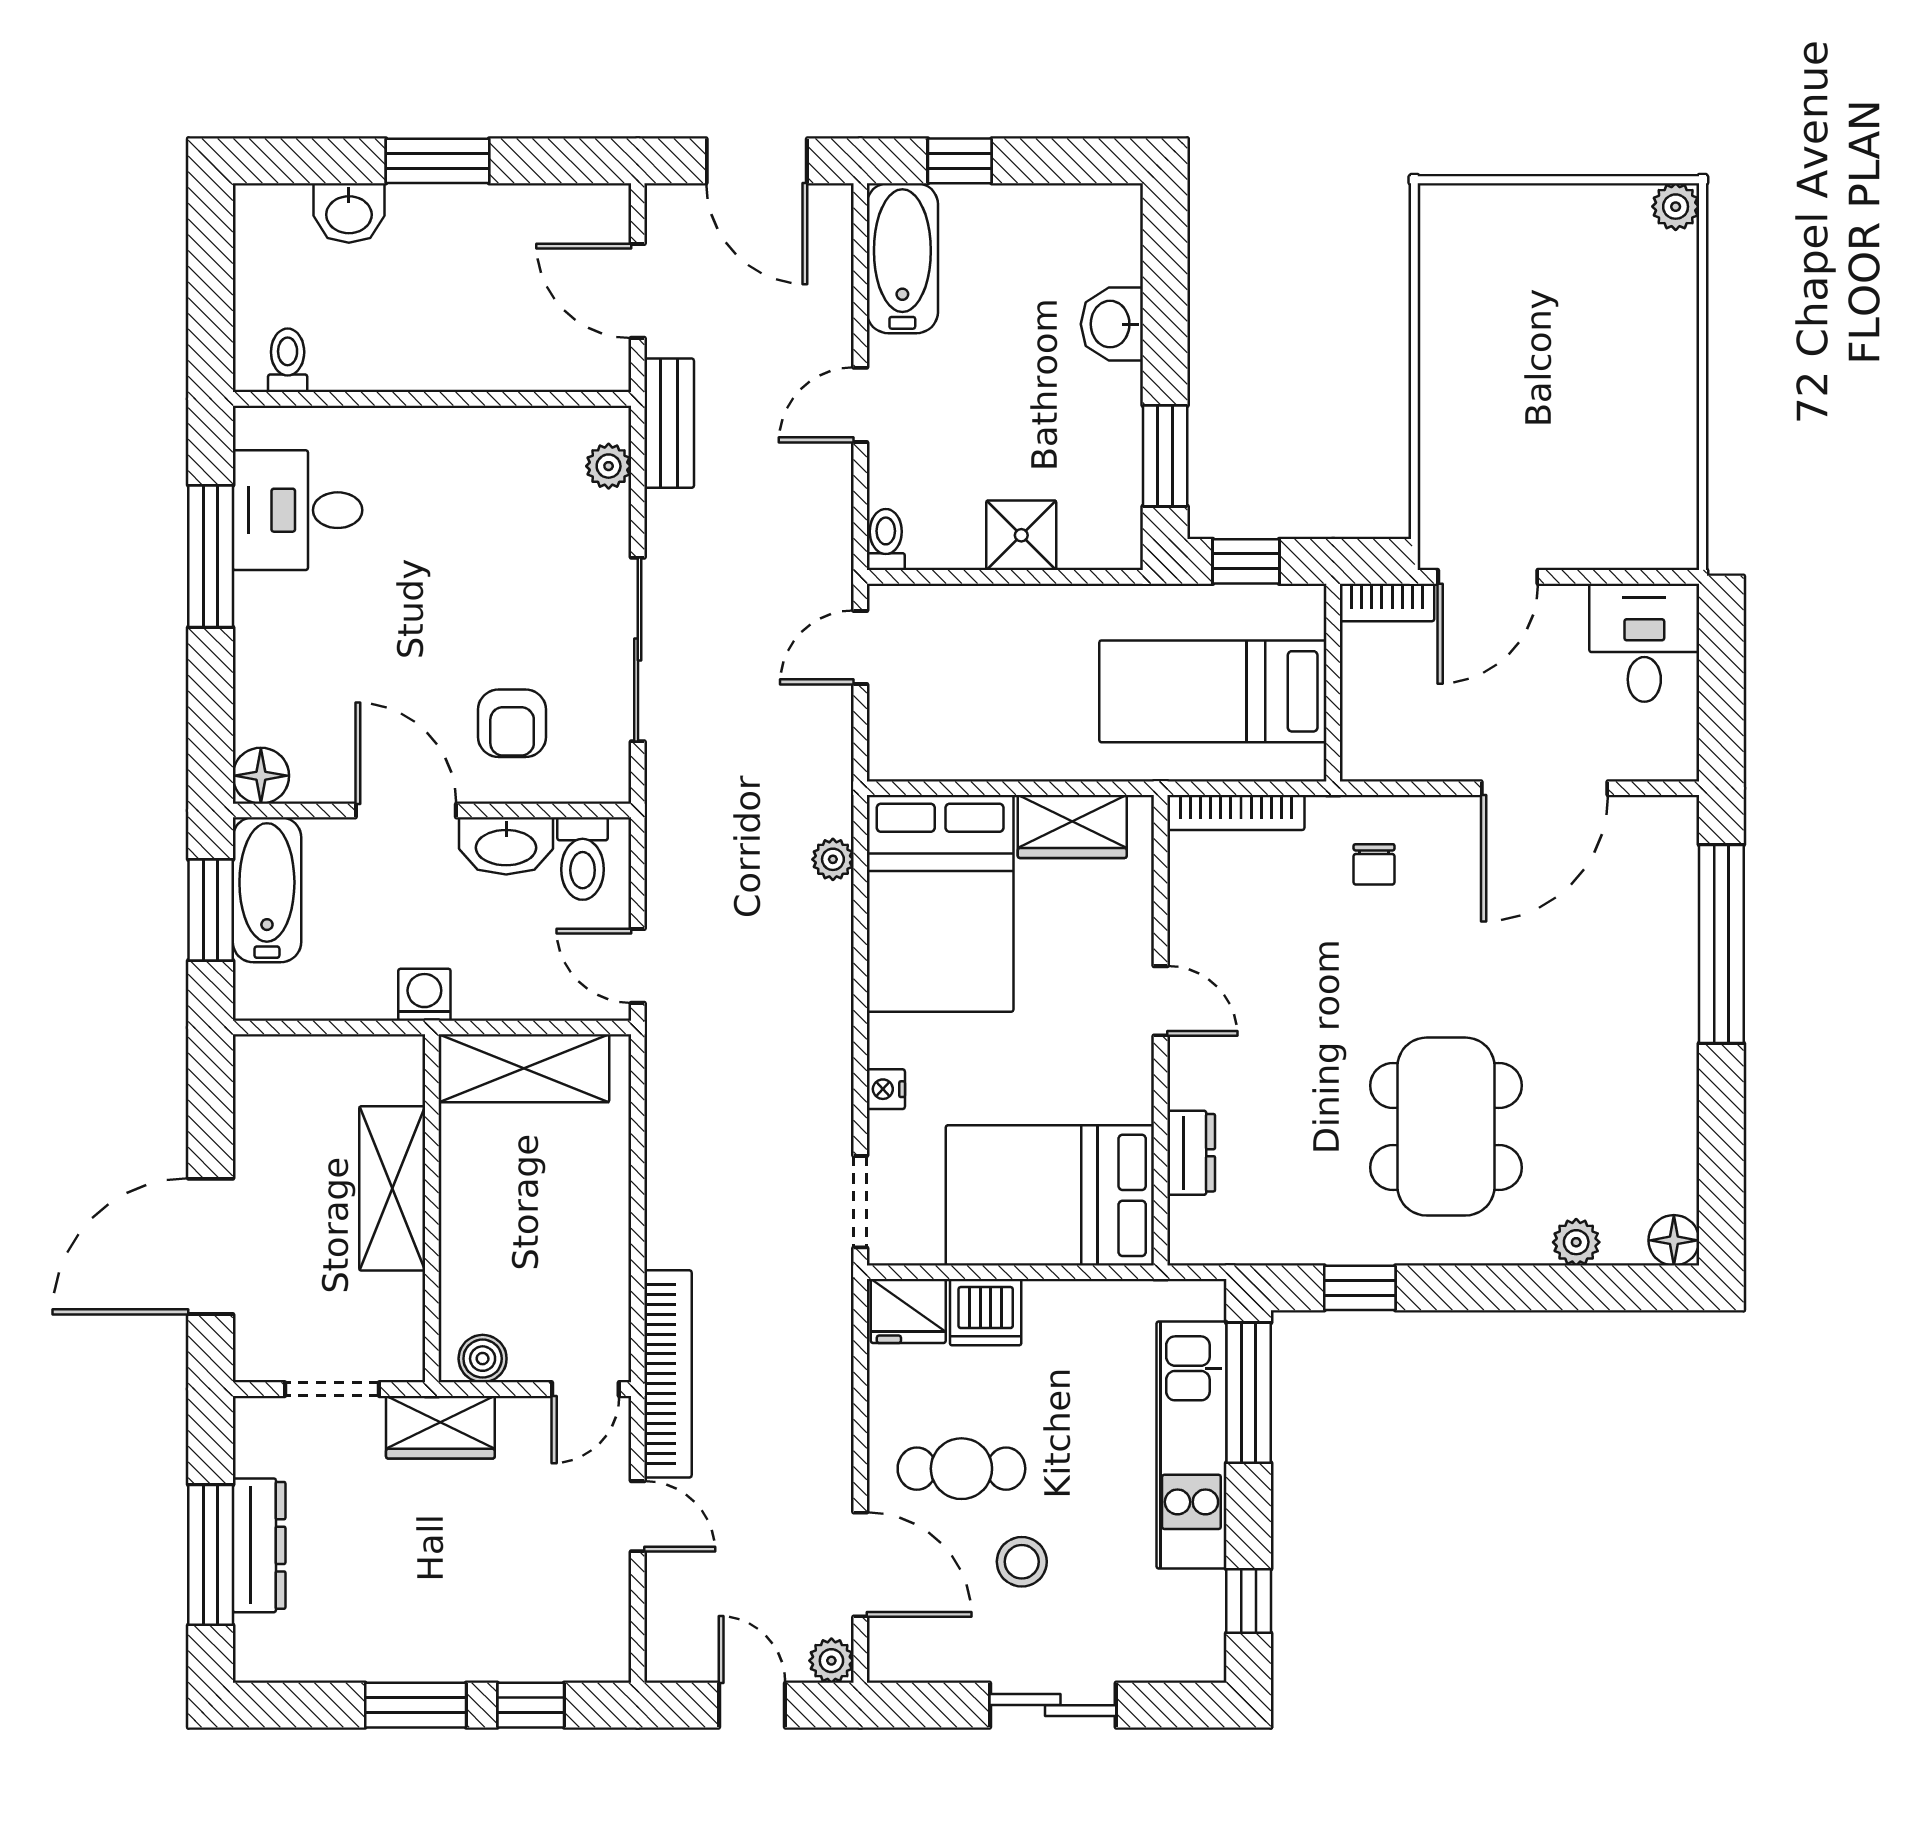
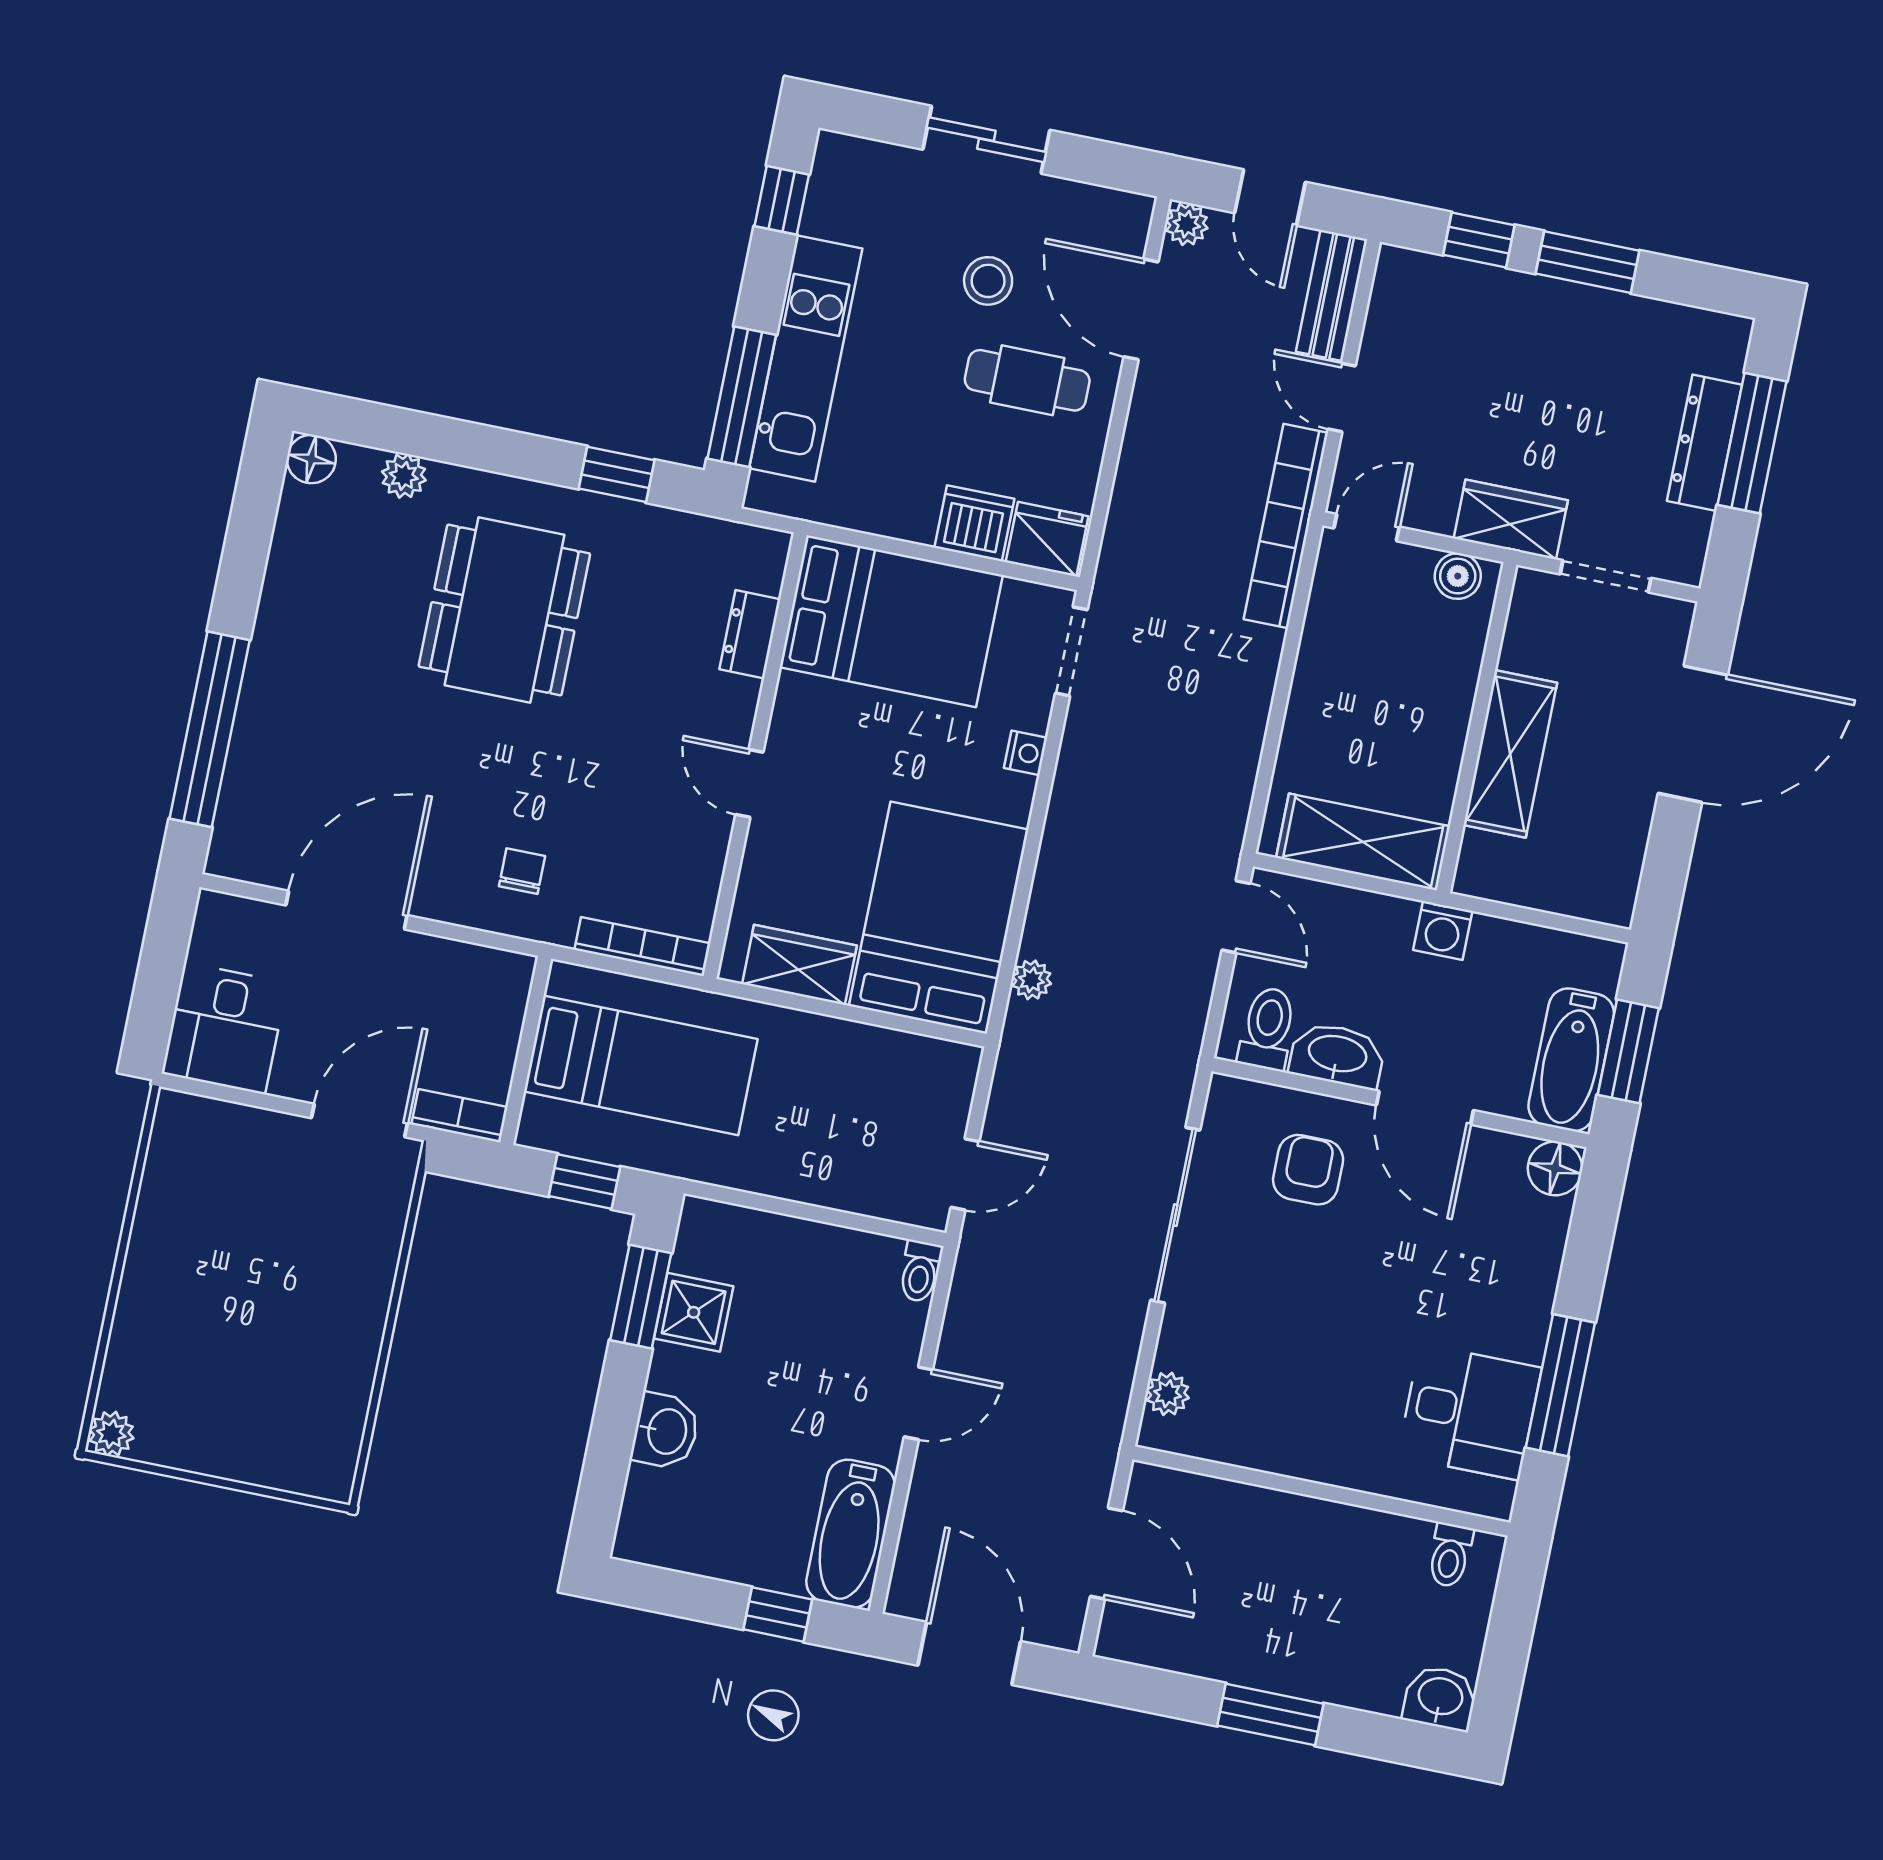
washbasin: (349, 213) -> (1440, 1698), moved
bench: (669, 423) -> (1332, 295), moved
shower: (1021, 535) -> (694, 1312), moved

